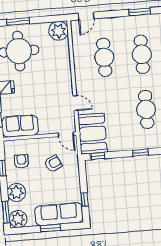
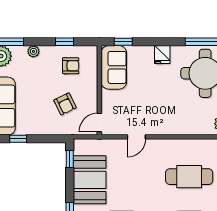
booth: (93, 134) -> (90, 180), moved, turned 90
plant: (16, 192) -> (33, 51), width x0.53, depth x0.53

